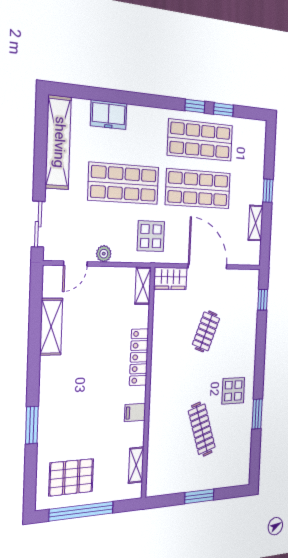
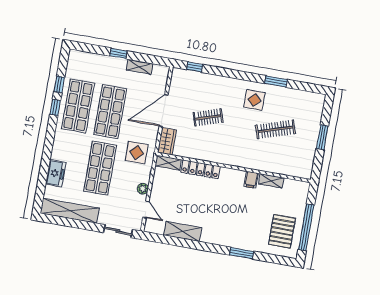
clothes rail: (206, 331) -> (208, 117), turned -39
locker: (139, 357) -> (201, 169), moved
shelving: (136, 465) -> (271, 181), moved

